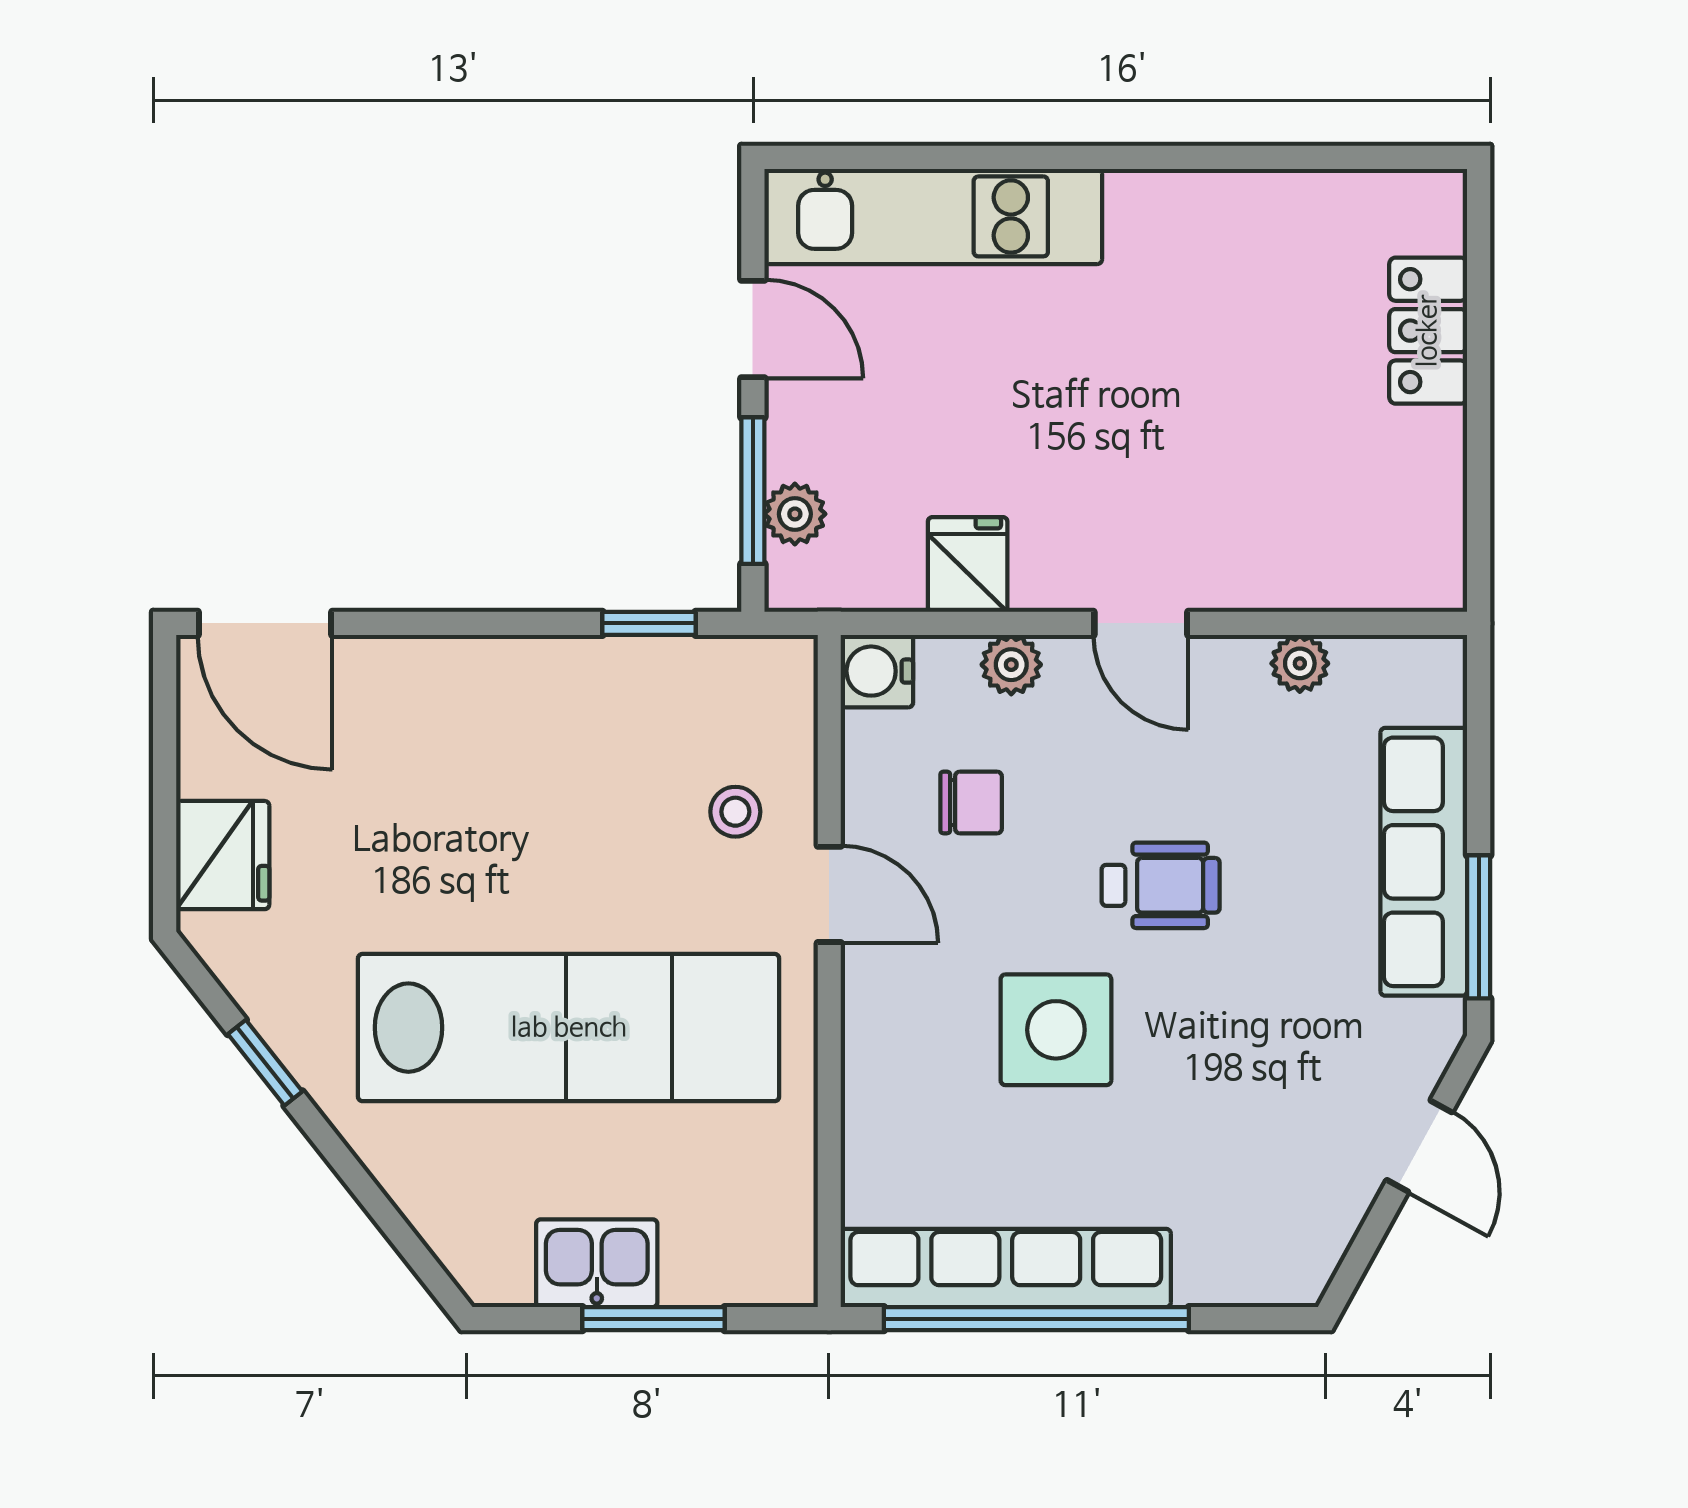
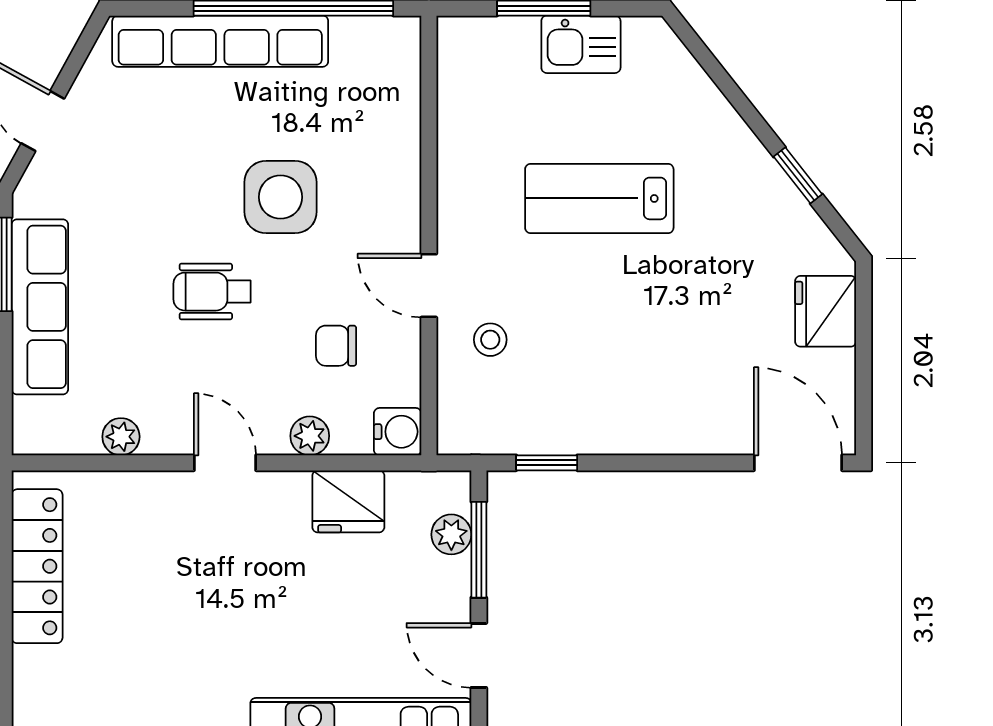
locker: (1428, 331) -> (37, 566), moved, width x1.53
fridge: (968, 564) -> (348, 501), width x1.38
lab bench: (569, 1028) -> (599, 198), width x0.54, depth x0.72
row of seats: (1006, 1268) -> (220, 41), moved

